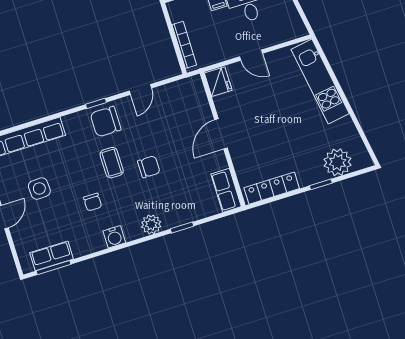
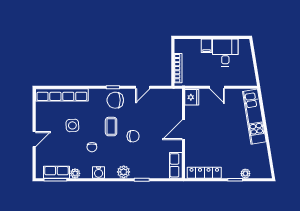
plant: (338, 162) -> (245, 174), width x0.53, depth x0.53
side table: (39, 189) -> (72, 125), moved
plant: (80, 249) -> (75, 173), added

